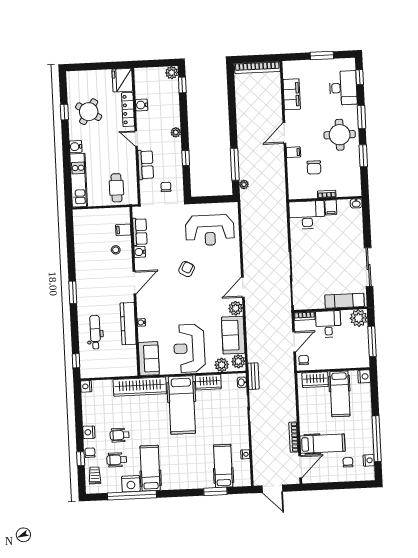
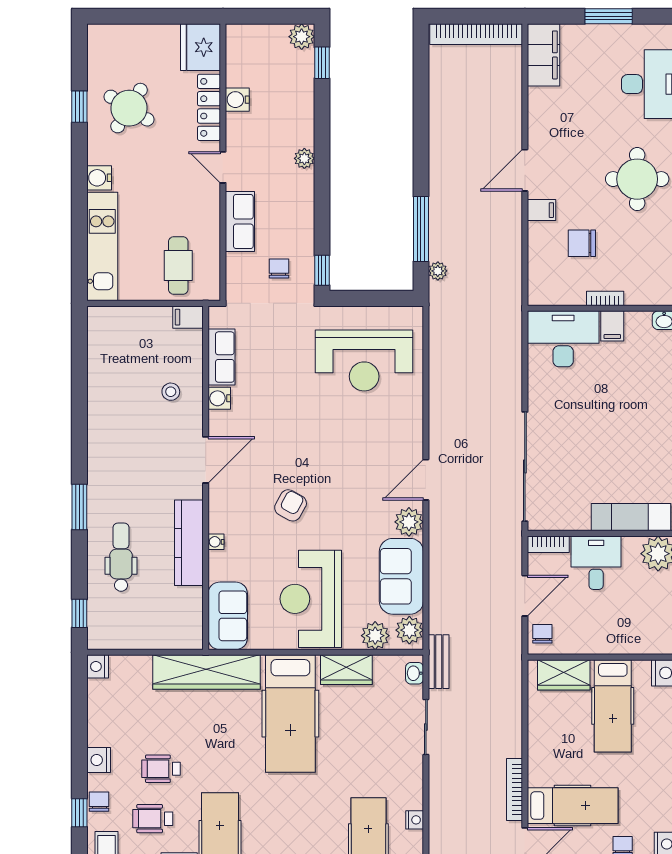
filing cabinet: (292, 94) -> (544, 55), moved
window: (186, 158) -> (322, 270), moved
chair: (314, 167) -> (582, 243), turned 90
filing cabinet: (123, 230) -> (188, 317), moved
armchair: (187, 269) -> (291, 505), moved
window: (73, 292) -> (79, 507), moved

